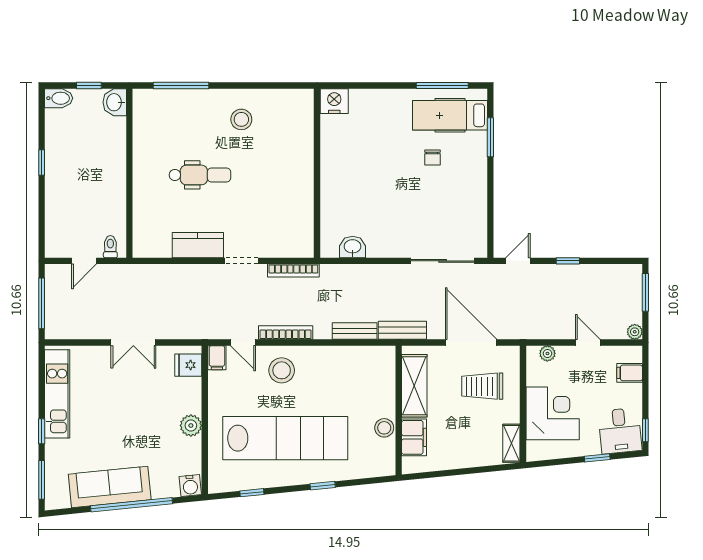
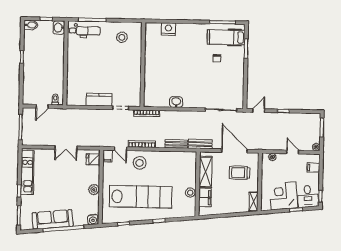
wall: (317, 173) -> (143, 65), moved
dental chair: (200, 175) -> (85, 31), moved
corner desk: (553, 413) -> (284, 196), moved, turned -96

